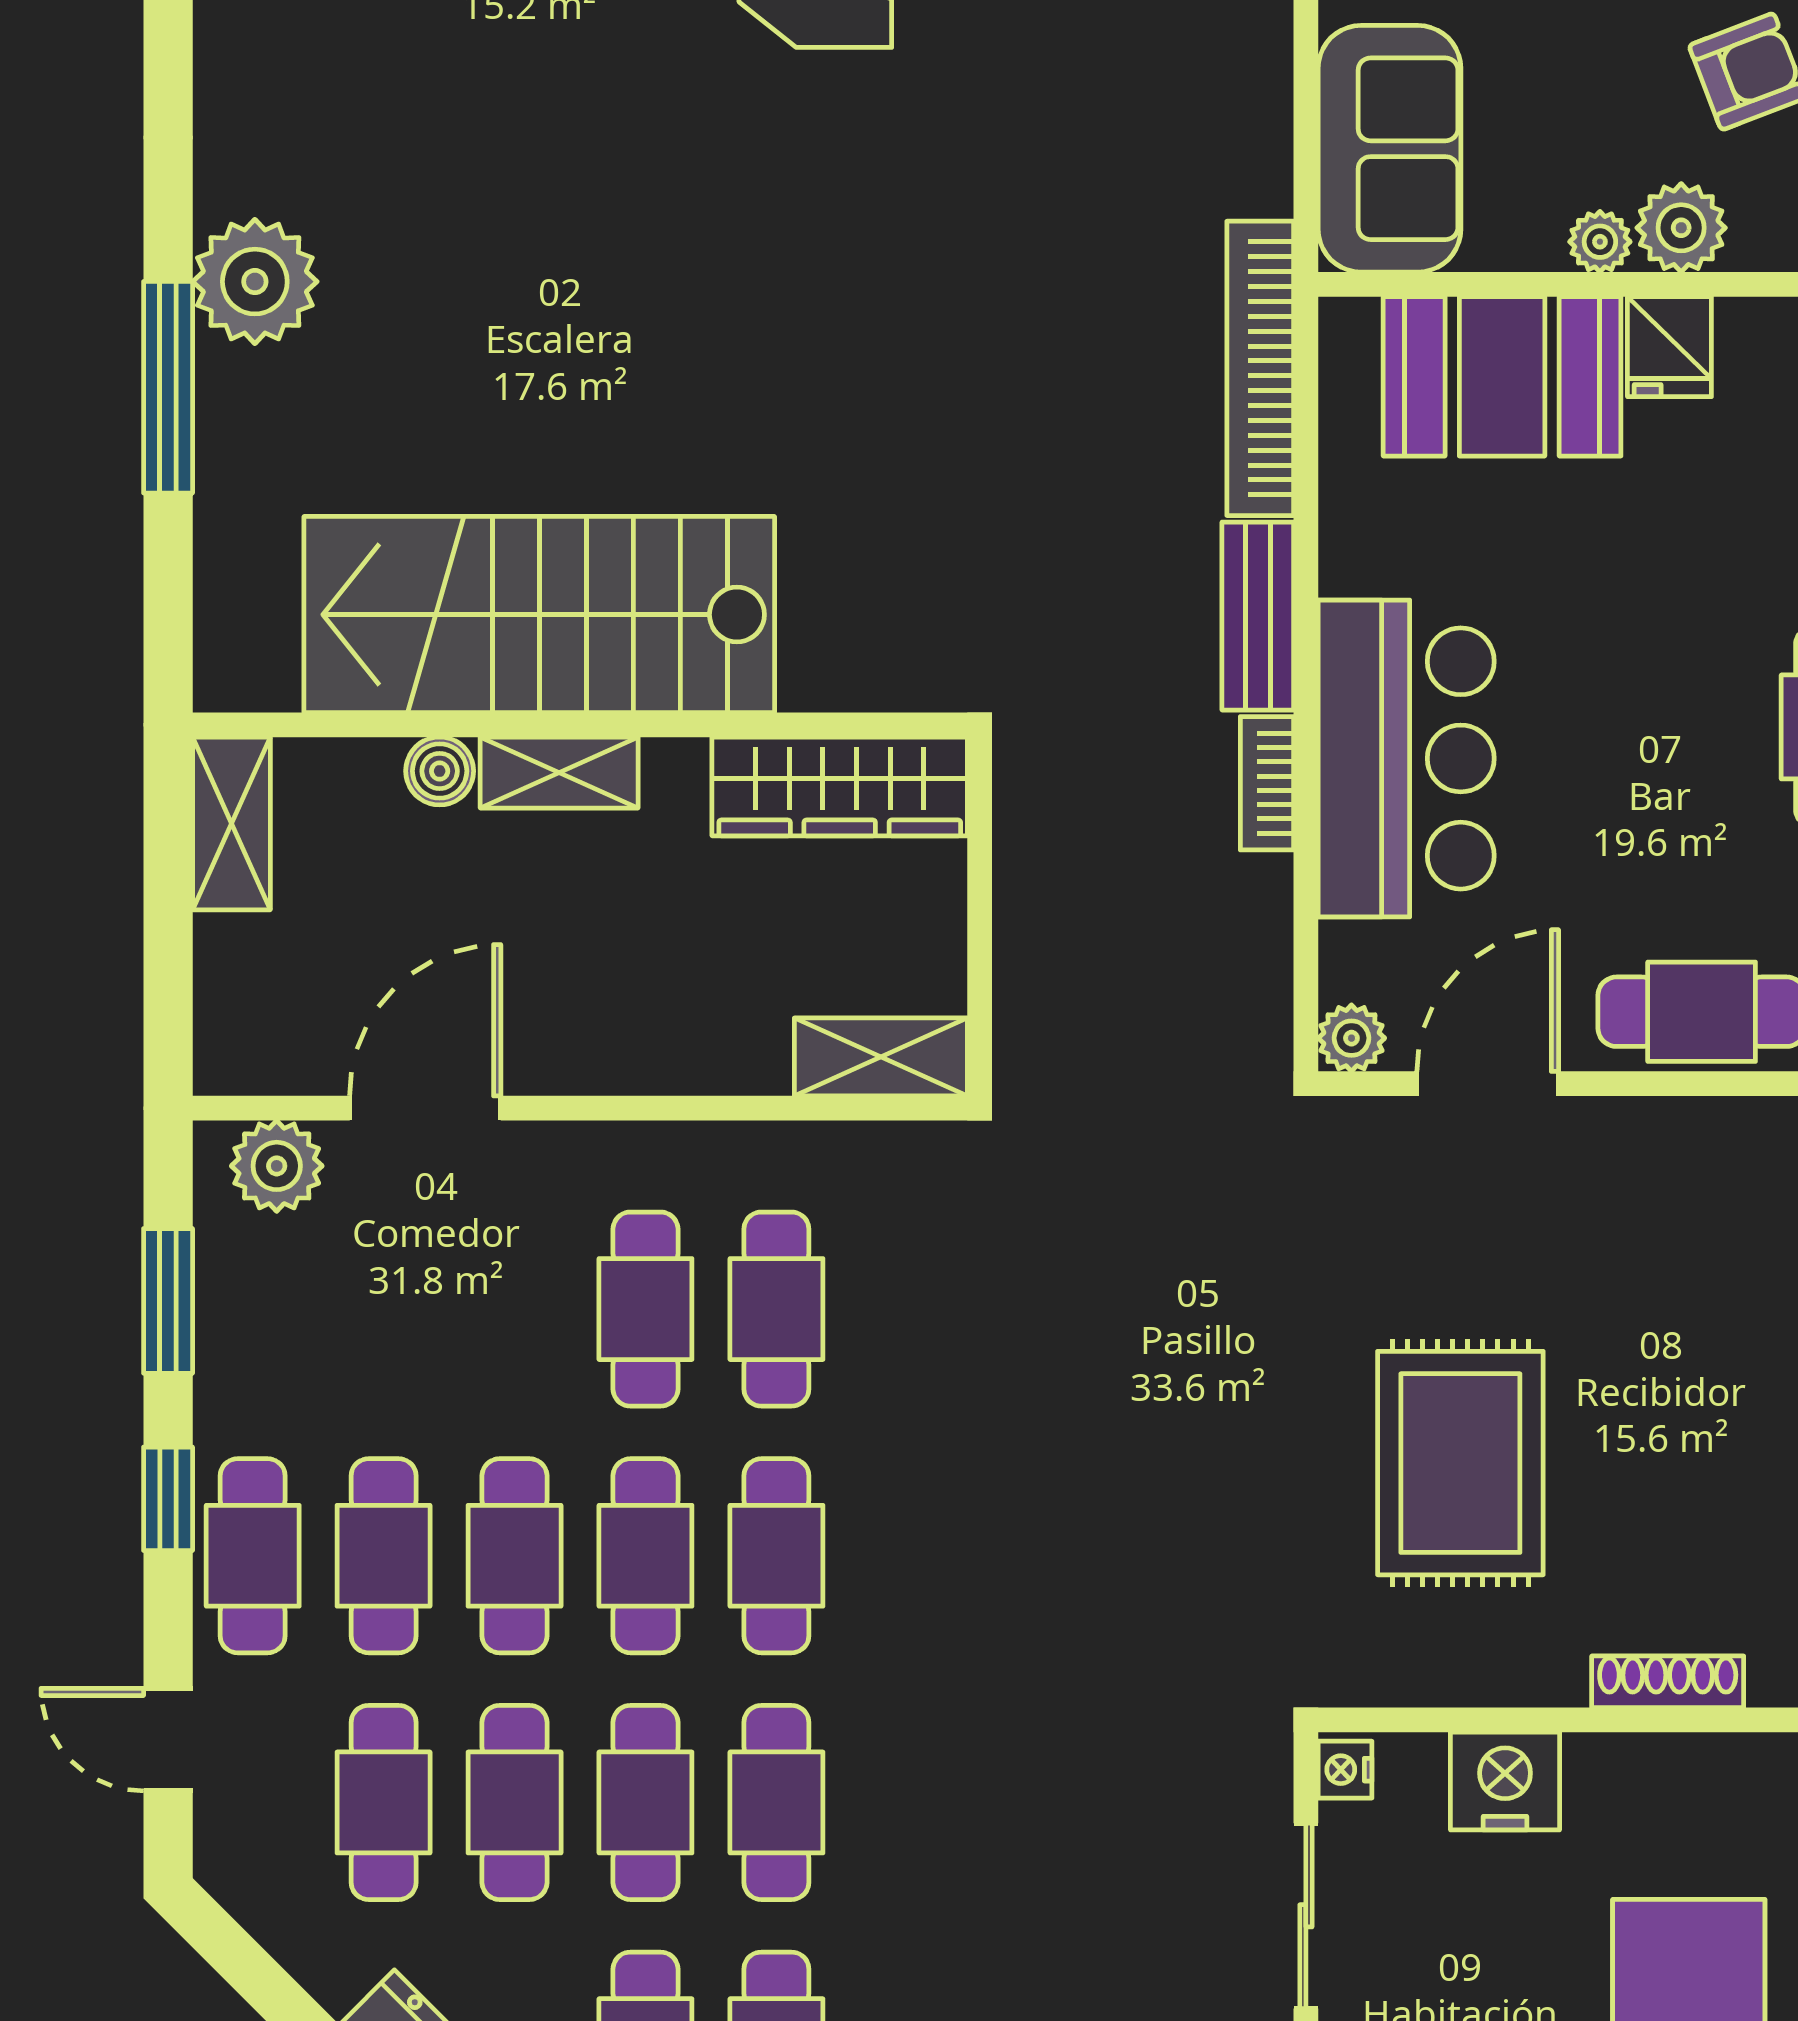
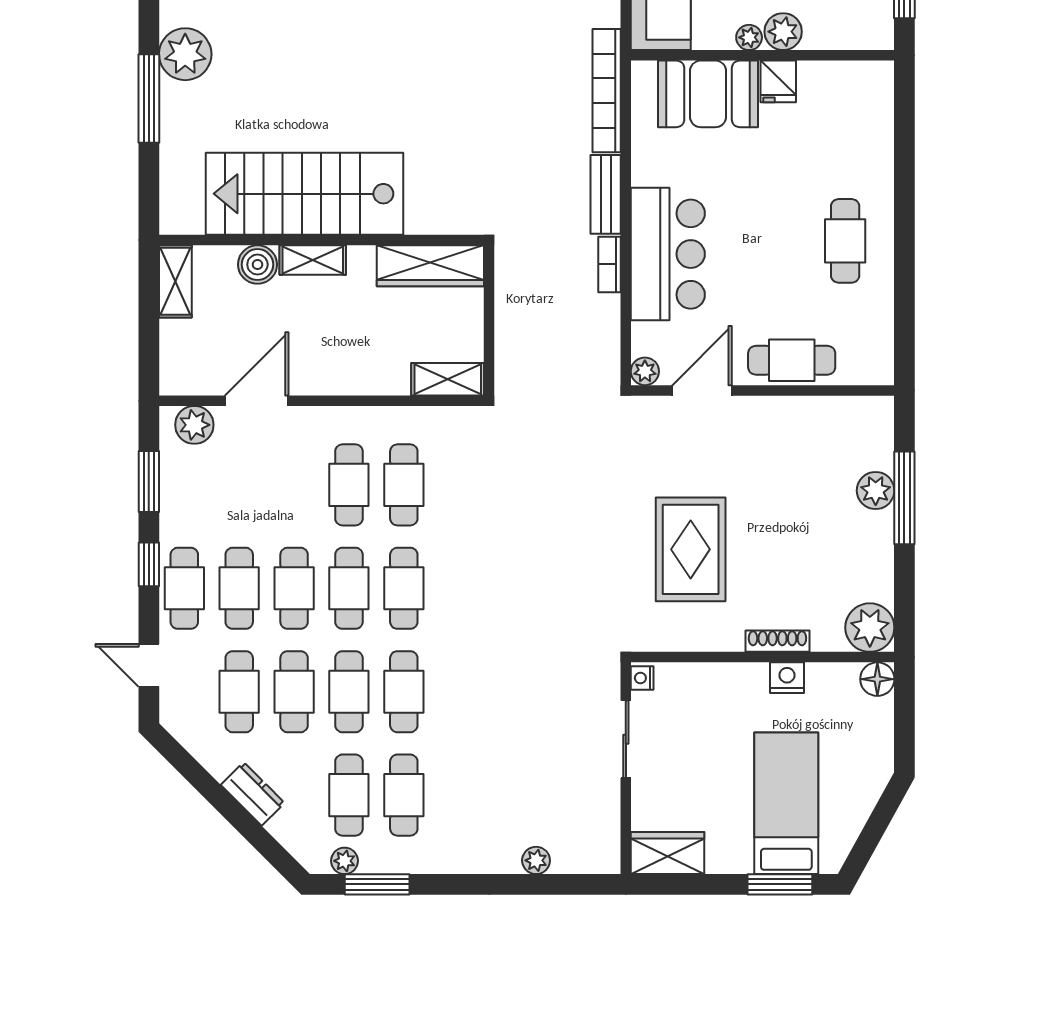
boiler: (440, 771) -> (257, 265), width x1.36, depth x1.36
nightstand: (1505, 1781) -> (787, 678), moved, width x0.74, depth x0.75

